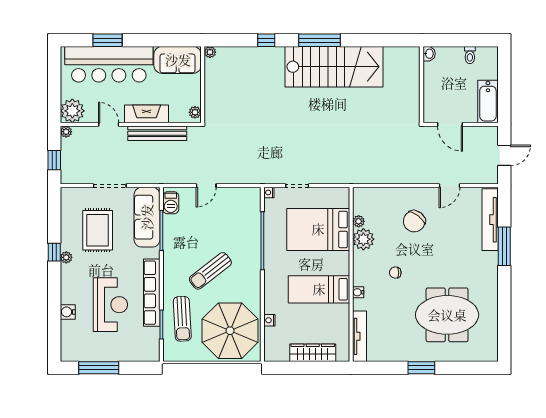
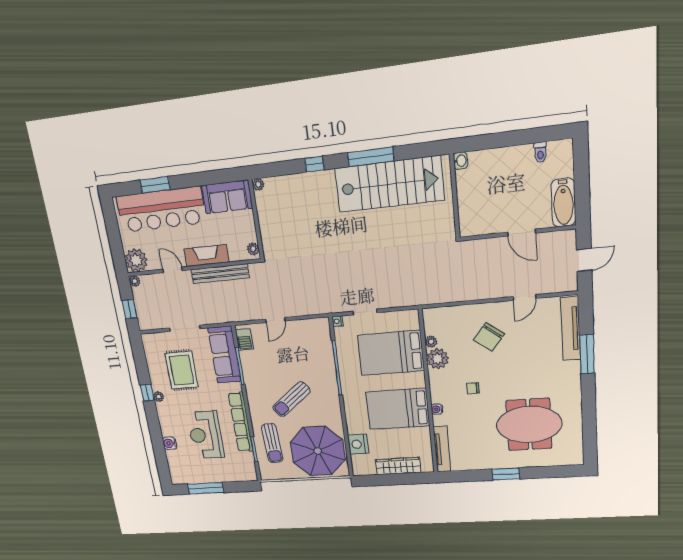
washbasin: (429, 54) -> (460, 161), moved
wall: (422, 85) -> (455, 196), moved
bed: (319, 289) -> (398, 409), width x1.50
reception desk: (110, 305) -> (206, 435), turned 180
nightstand: (269, 320) -> (358, 444), width x1.89, depth x1.79

